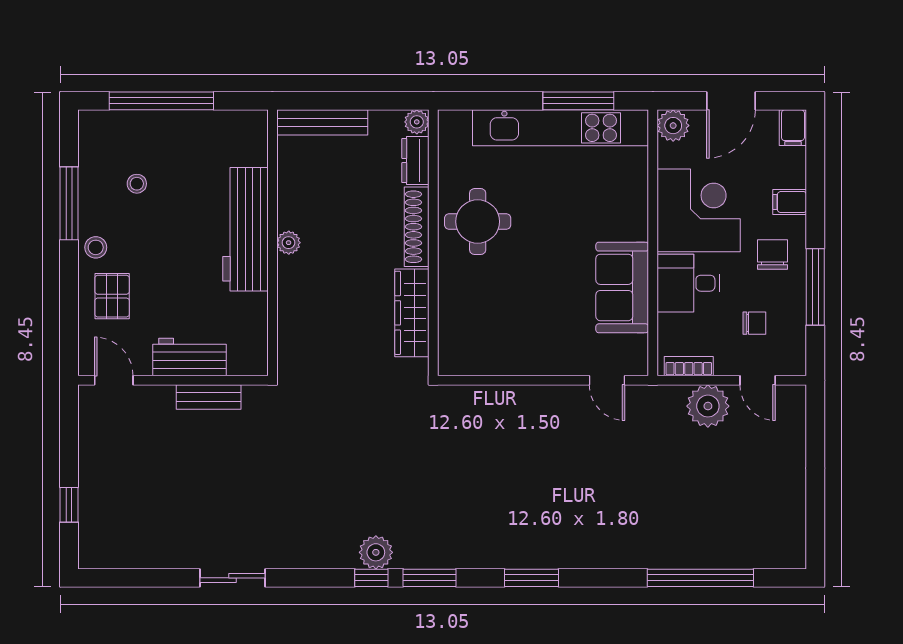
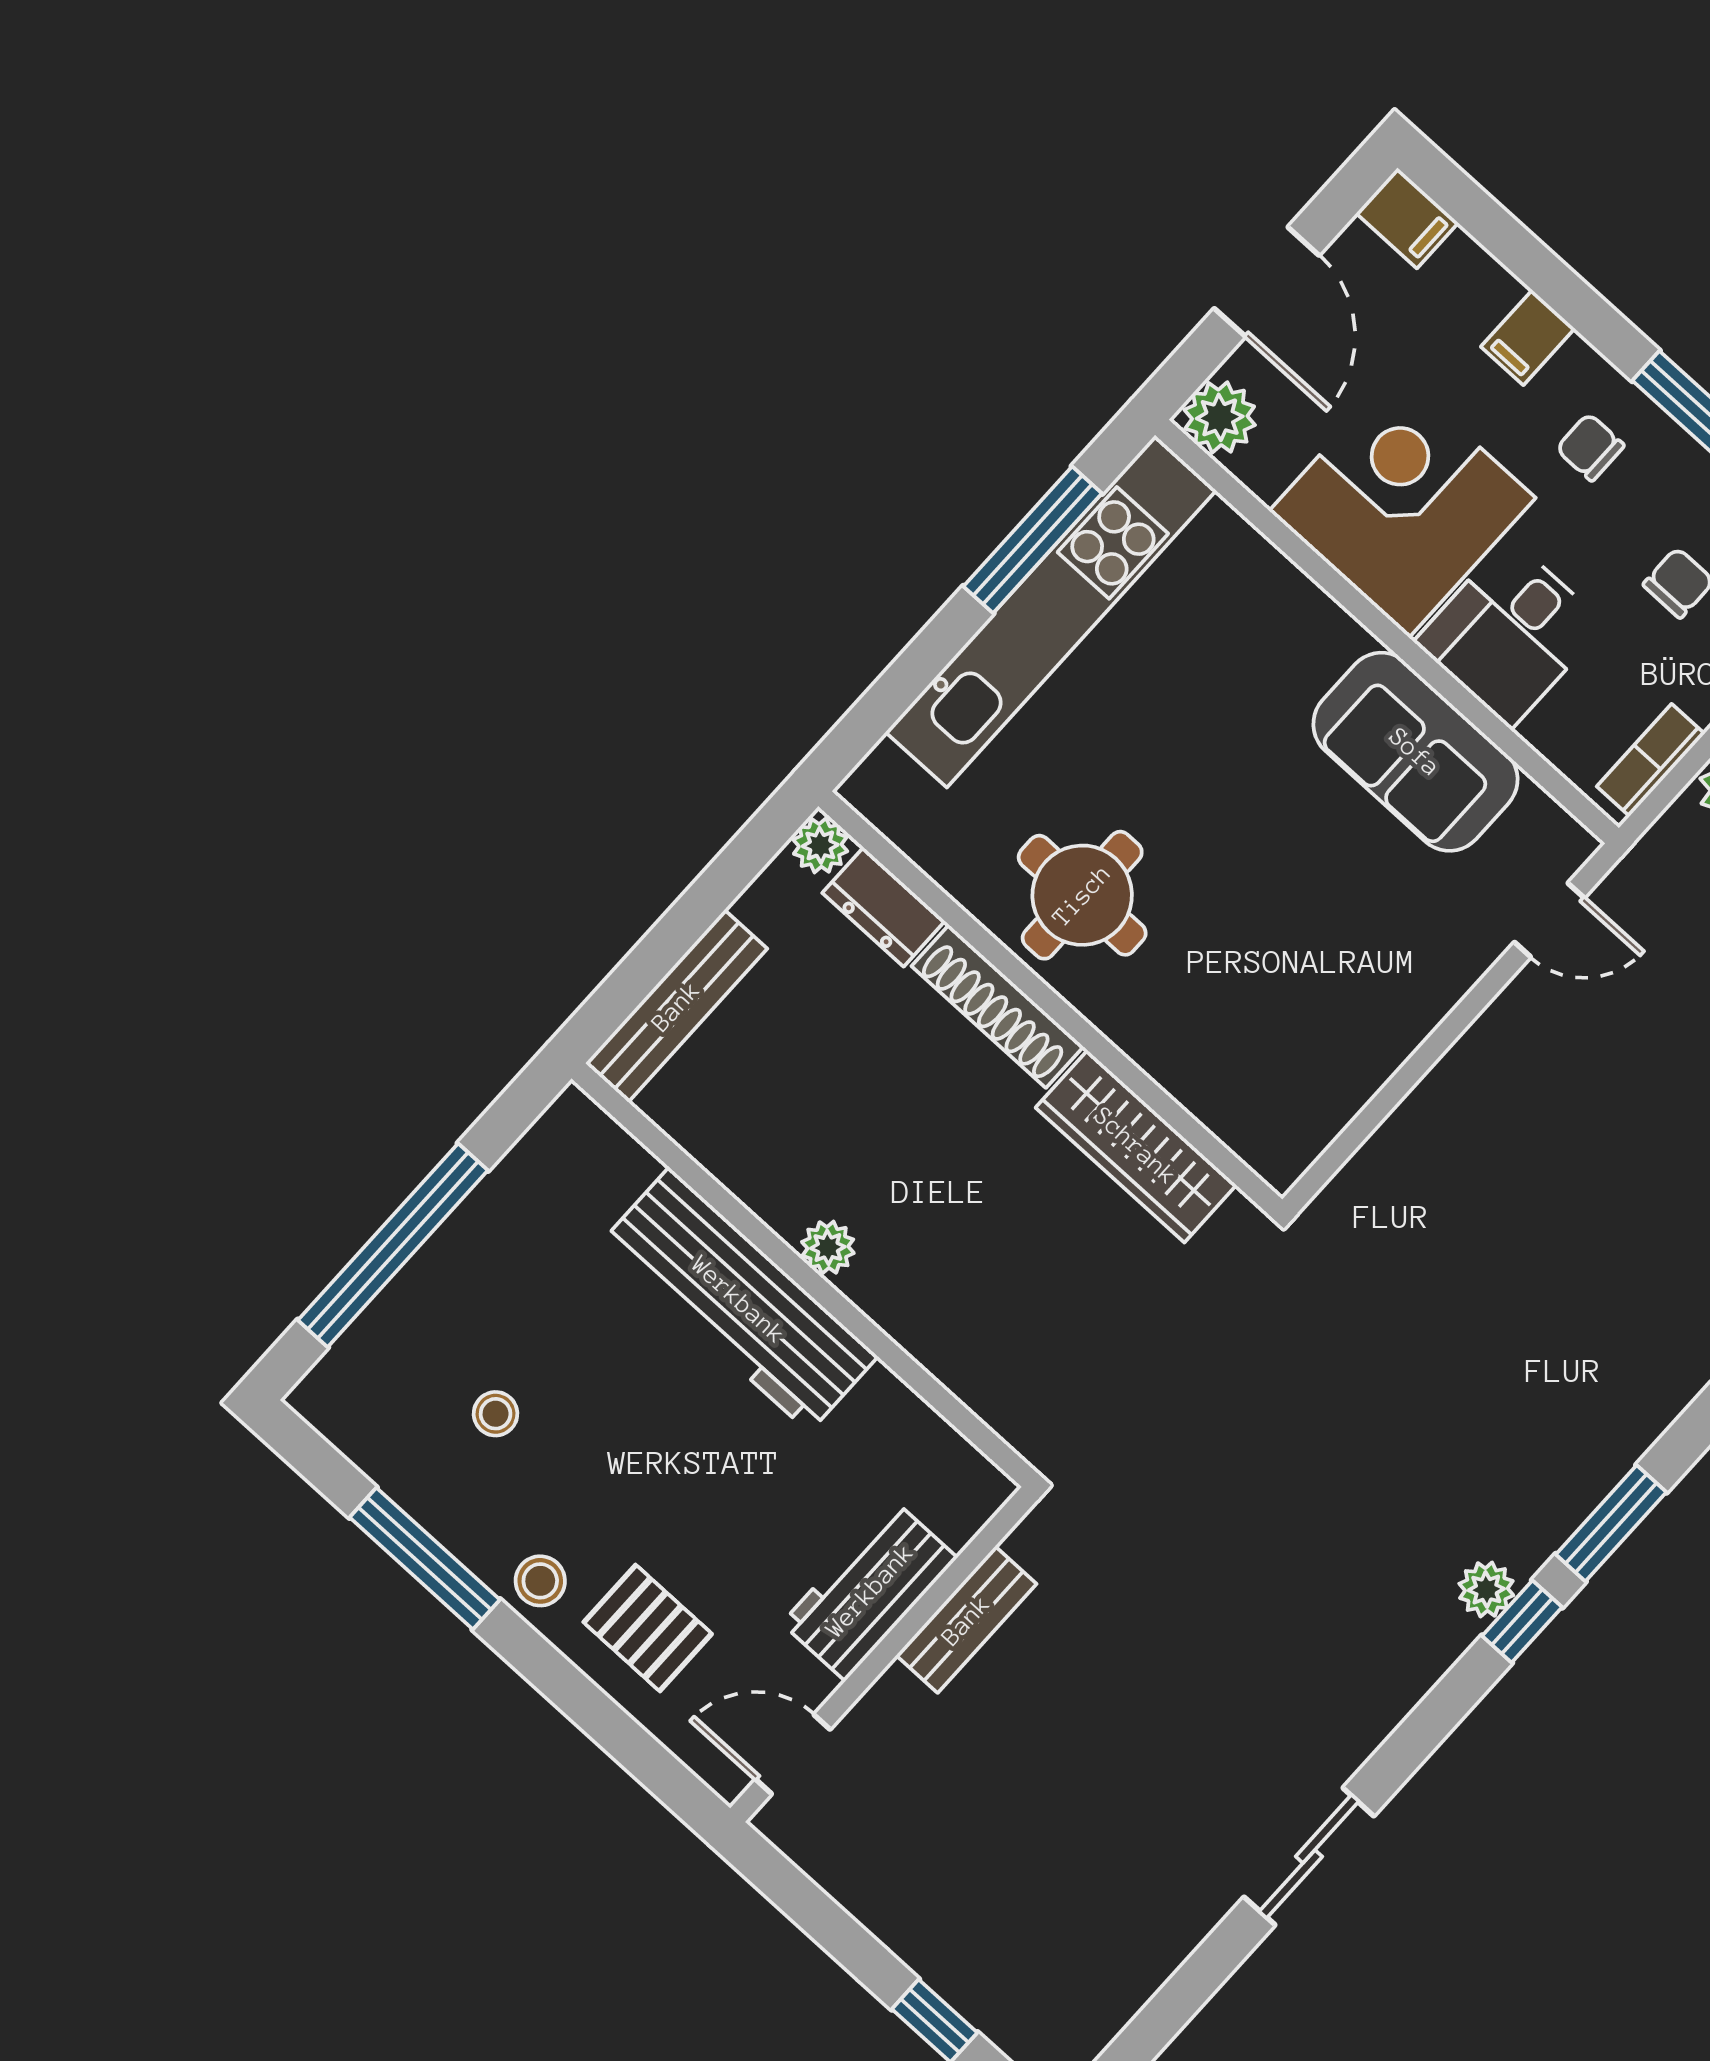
chair: (772, 255) -> (1590, 447), width x0.73, depth x0.73
plant: (376, 552) -> (1486, 1590), width x0.73, depth x0.73

